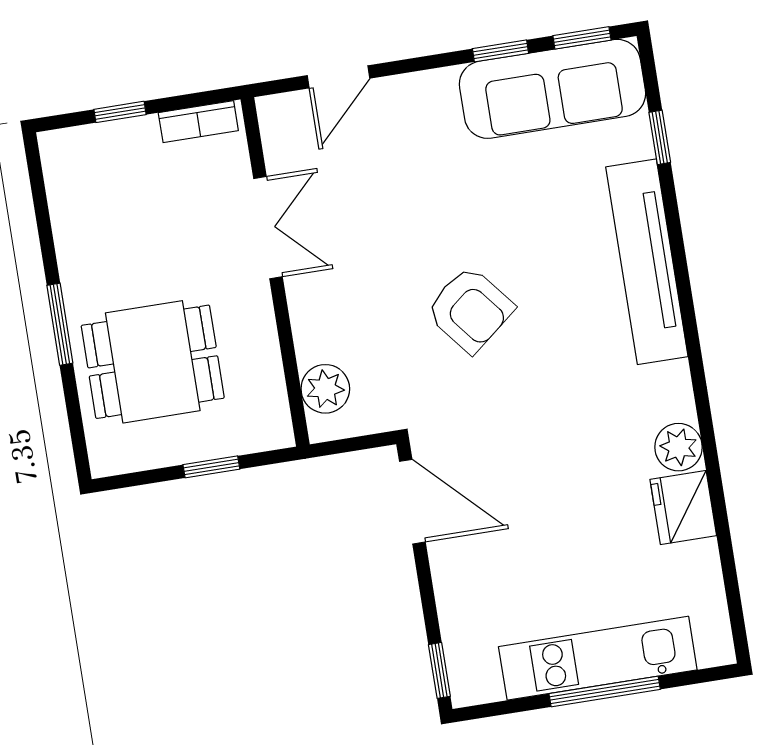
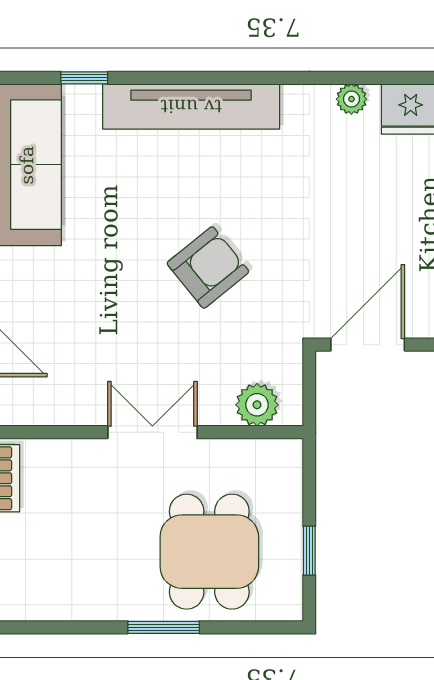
double door: (268, 228) -> (152, 432), moved
plant: (678, 447) -> (351, 99), width x0.73, depth x0.73
window: (211, 467) -> (309, 551), moved

